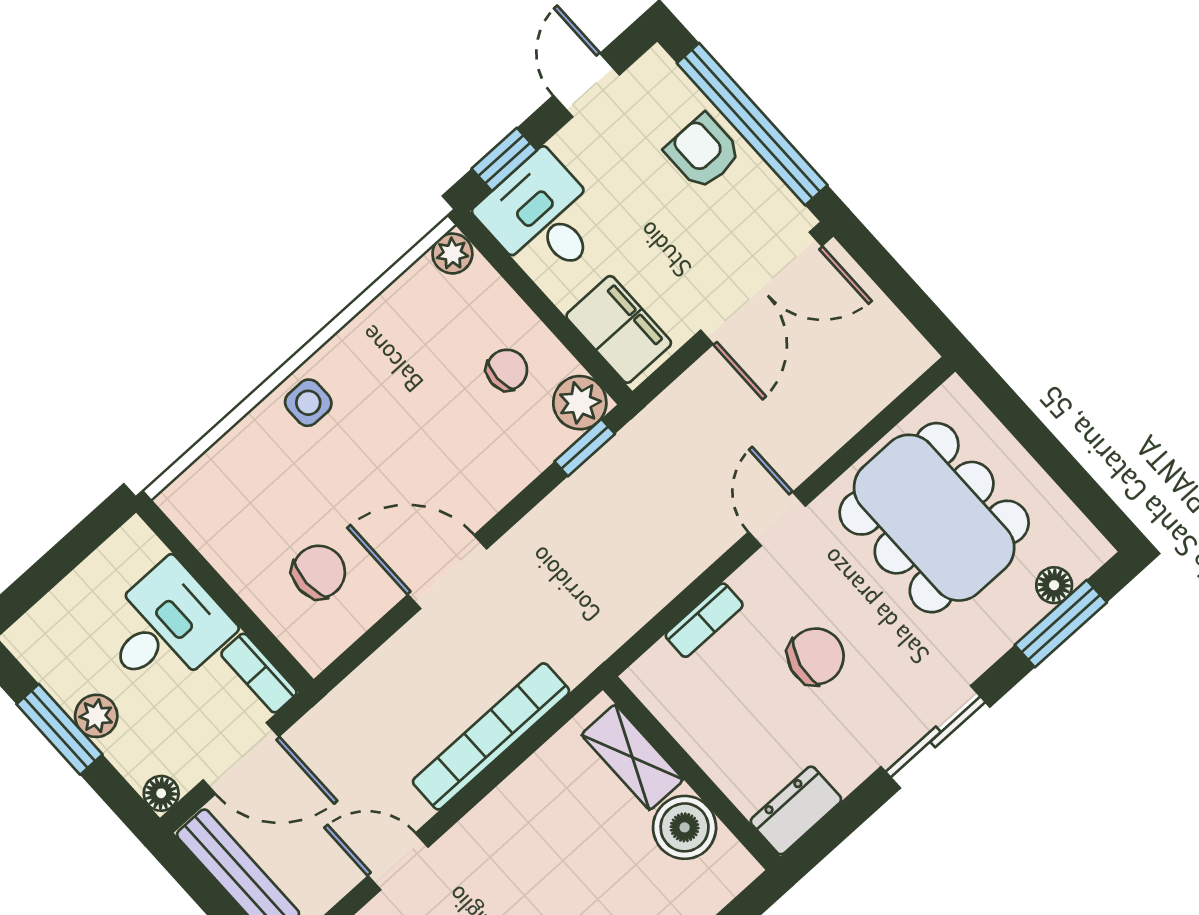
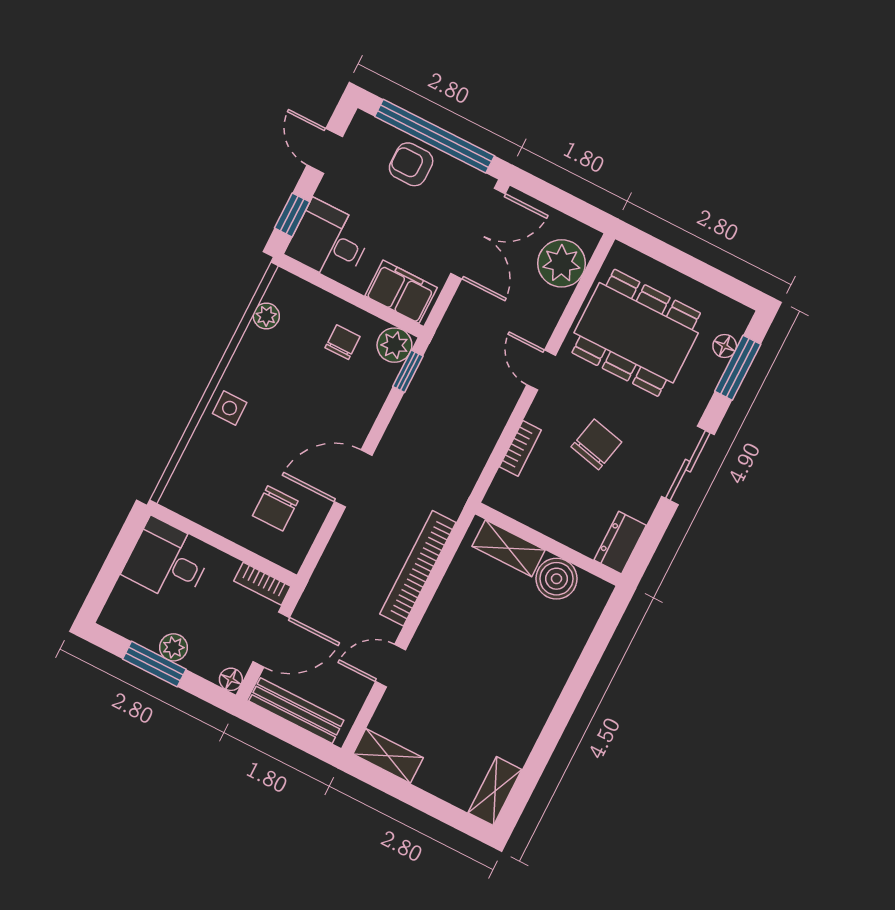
plant: (452, 253) -> (266, 316), moved
plant: (865, 377) -> (562, 263), added
chair: (319, 572) -> (275, 508), turned 180
desk: (165, 628) -> (168, 561), moved, turned -90

